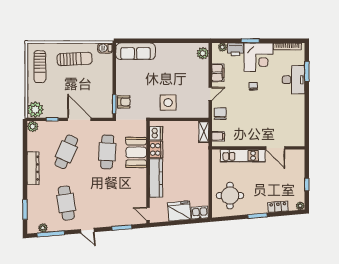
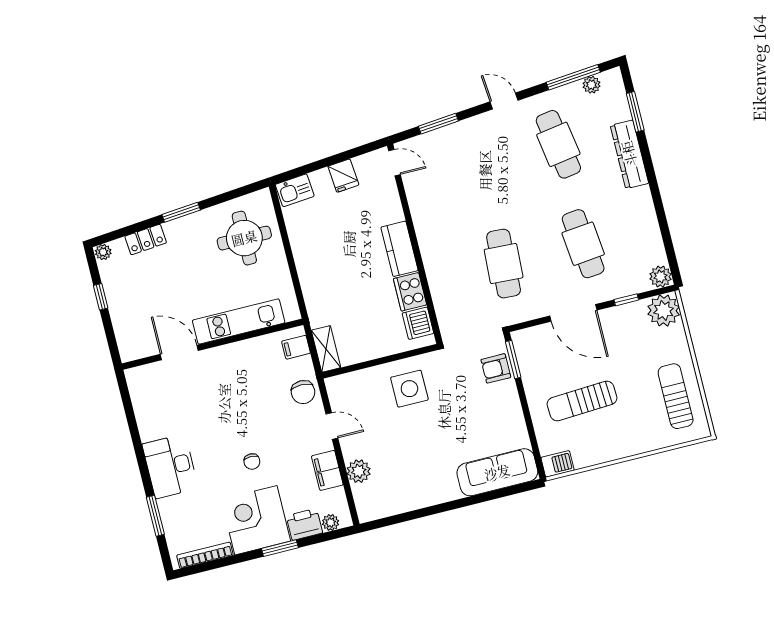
plant: (203, 53) -> (359, 471), moved
sun lounger: (75, 59) -> (582, 401), moved
desk: (293, 80) -> (170, 466), moved
door: (210, 94) -> (332, 426), swing flipped
cafe table: (66, 152) -> (583, 244), turned -30
booth: (136, 152) -> (447, 276), removed
dresser: (33, 168) -> (629, 154), moved
kitchen counter: (156, 178) -> (399, 249), width x0.67
fridge: (179, 211) -> (343, 176), width x0.53, depth x0.75

